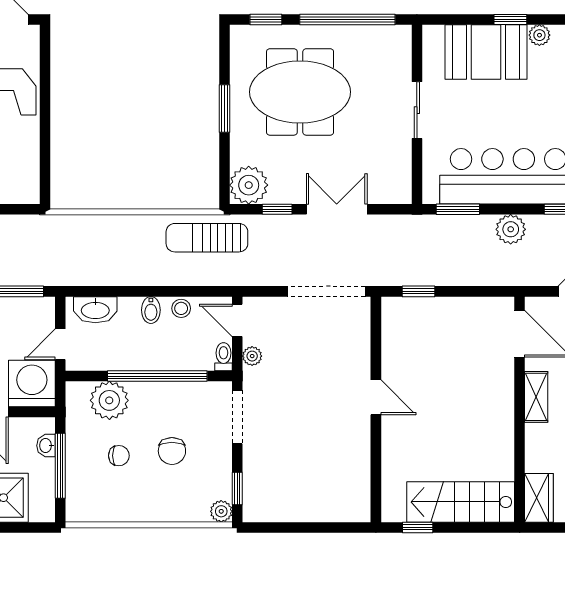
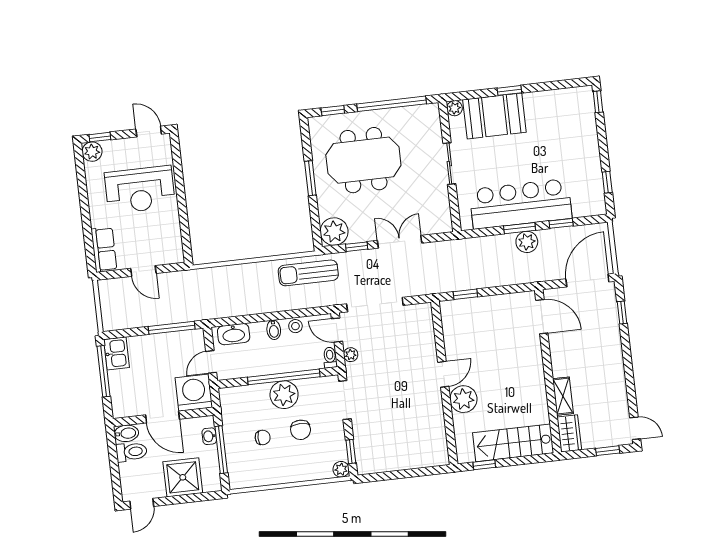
plant: (539, 35) -> (455, 108), moved
window: (458, 209) -> (520, 228), moved
doorway: (326, 291) -> (375, 305), moved
door: (376, 397) -> (443, 374), hinge flipped
shelving: (536, 397) -> (563, 396), moved
plant: (109, 400) -> (284, 395), moved
plant: (400, 434) -> (463, 399), added

